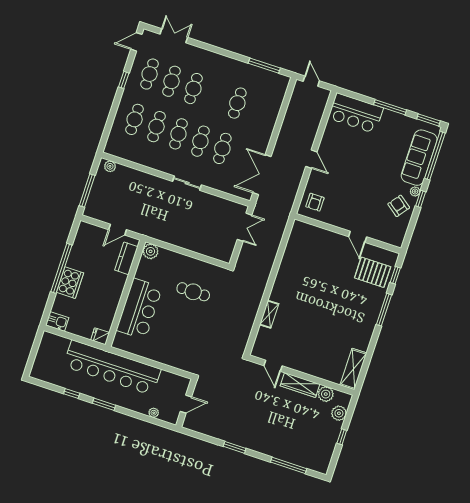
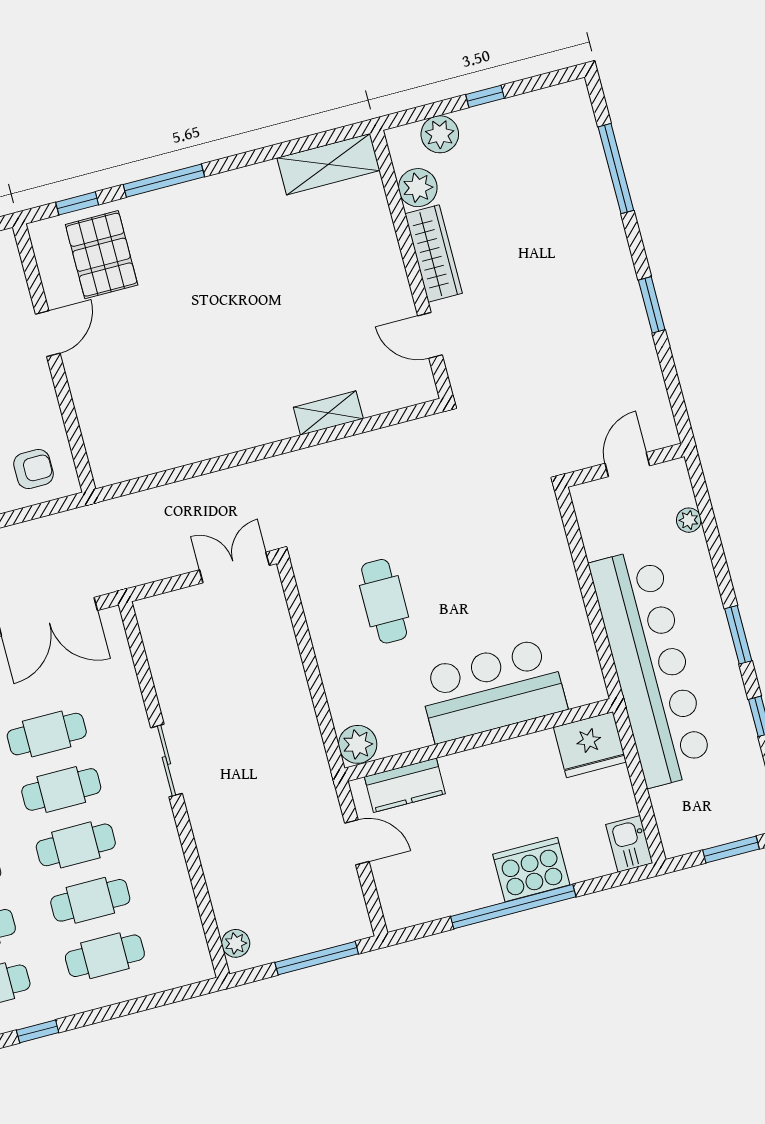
double door: (244, 227) -> (234, 568), moved
fridge: (100, 336) -> (590, 745), width x1.88, depth x1.34
window: (33, 355) -> (731, 849), added
door: (273, 366) -> (430, 335), swing flipped
door: (186, 404) -> (627, 464), hinge flipped

